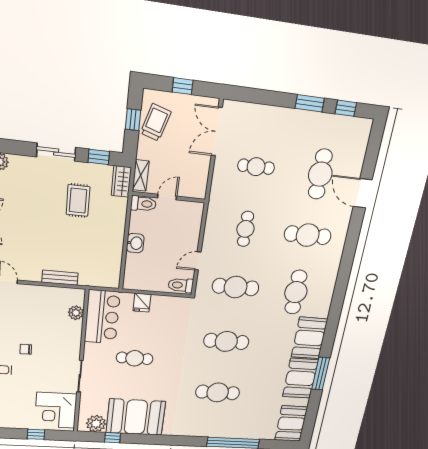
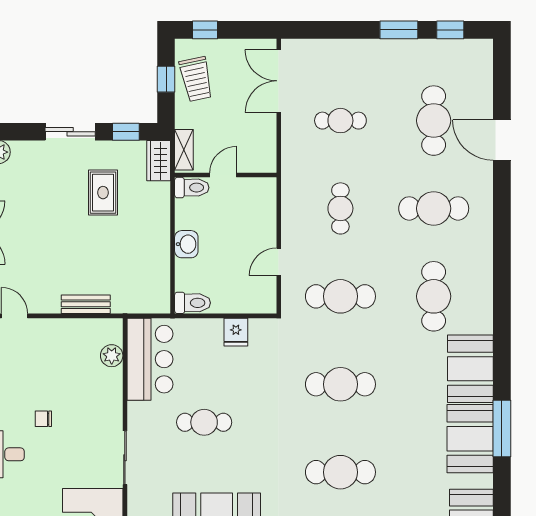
window: (183, 86) -> (205, 30), moved
trolley: (156, 122) -> (196, 79), turned 151
toilet: (181, 285) -> (193, 303), moved, turned 180
fridge: (142, 303) -> (236, 332), moved

